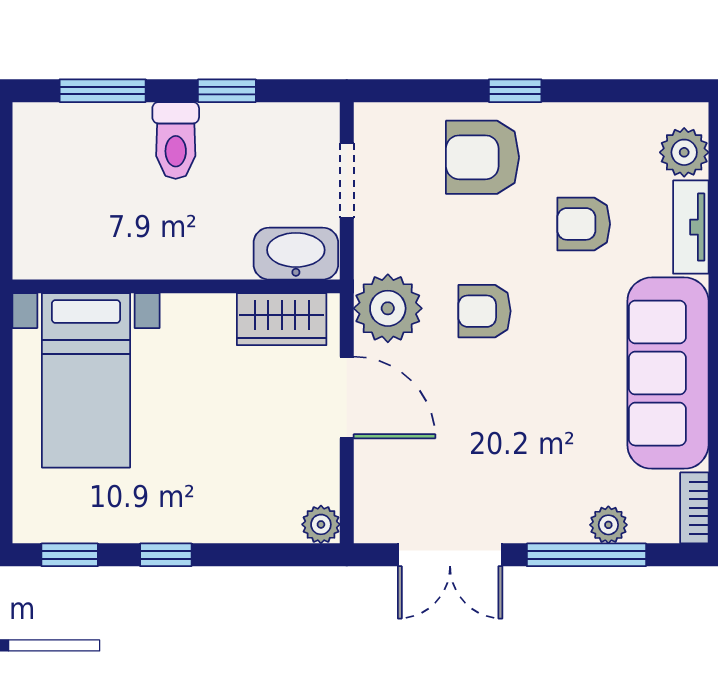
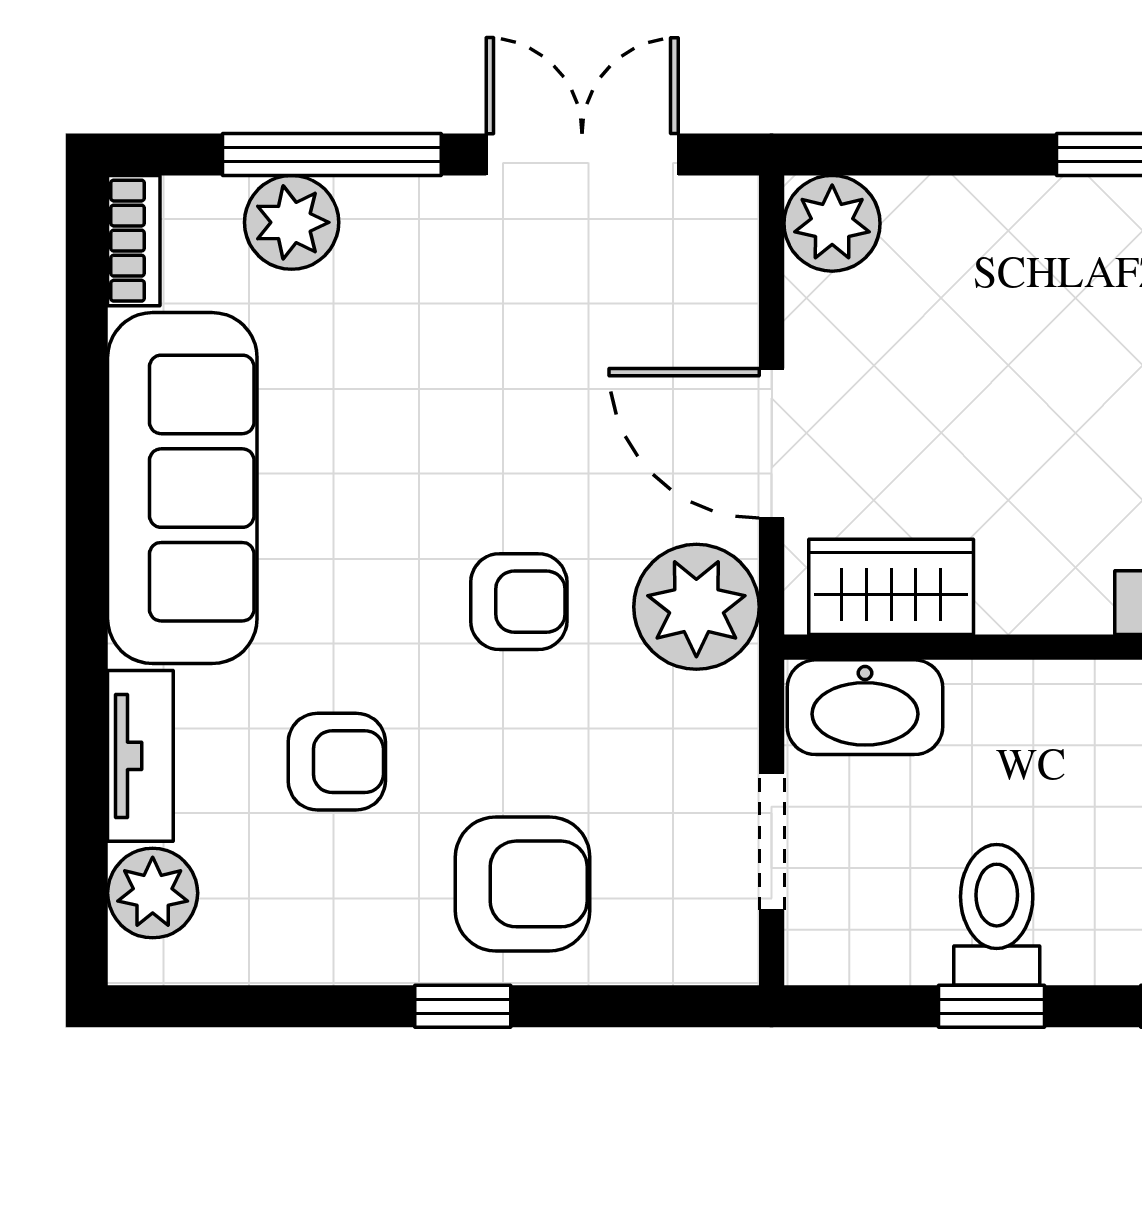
toilet: (176, 140) -> (997, 915), moved
plant: (321, 524) -> (832, 223), width x1.38, depth x1.38
plant: (608, 525) -> (292, 222), width x1.38, depth x1.38

